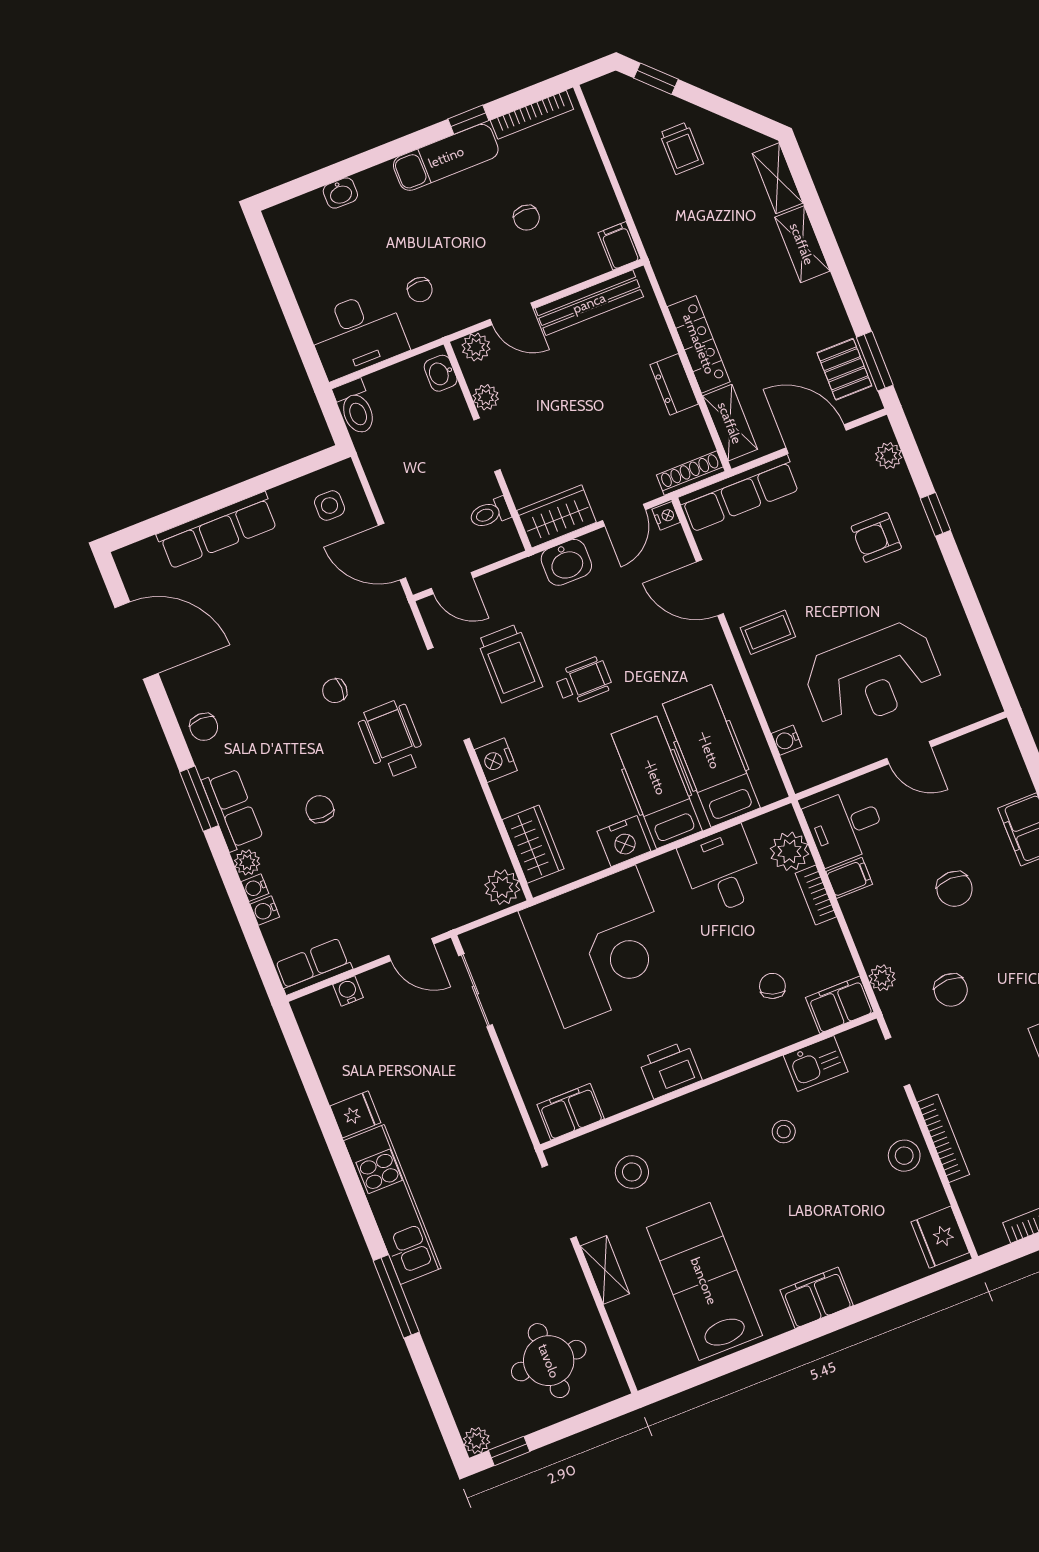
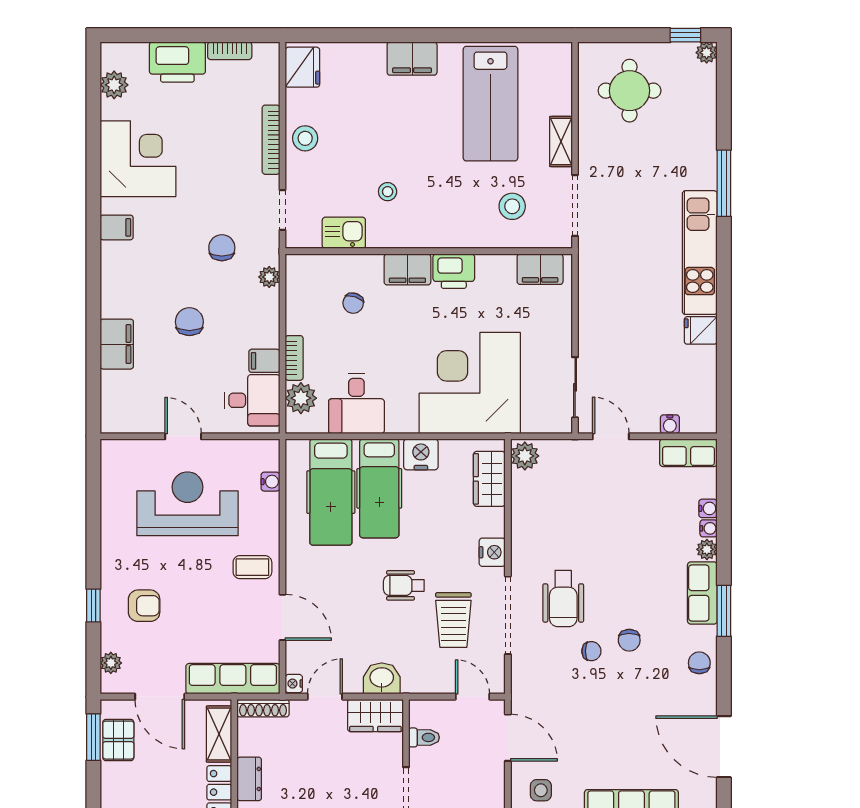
trolley: (510, 663) -> (453, 620), turned 180
chair: (320, 809) -> (629, 640), moved
filing cabinet: (840, 1005) -> (407, 269), moved

